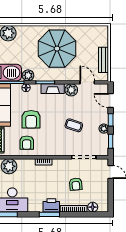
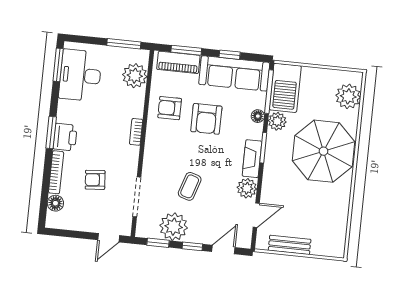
parasol: (57, 49) -> (324, 151), moved
armchair: (31, 119) -> (206, 119), turned -90
plant: (104, 129) -> (174, 227), width x1.87, depth x1.87

